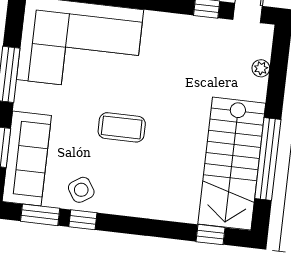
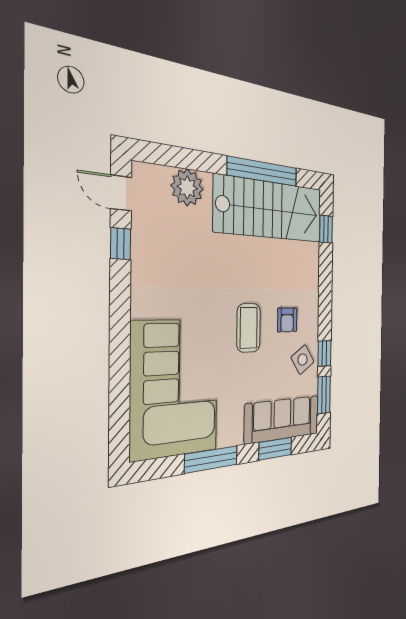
plant: (261, 68) -> (187, 187), width x1.87, depth x1.87
armchair: (123, 174) -> (287, 320), added

